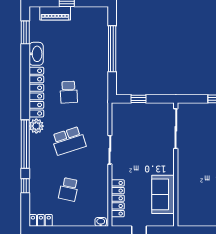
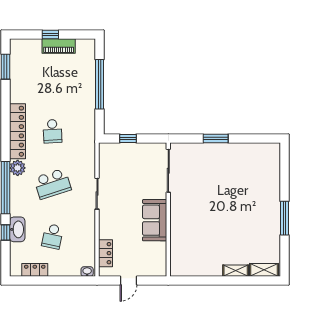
piano: (55, 13) -> (59, 46), moved
washbasin: (36, 54) -> (17, 229), moved
sofa: (163, 194) -> (155, 220), moved
locker: (118, 198) -> (106, 253), width x0.66
locker: (41, 220) -> (35, 270), moved

